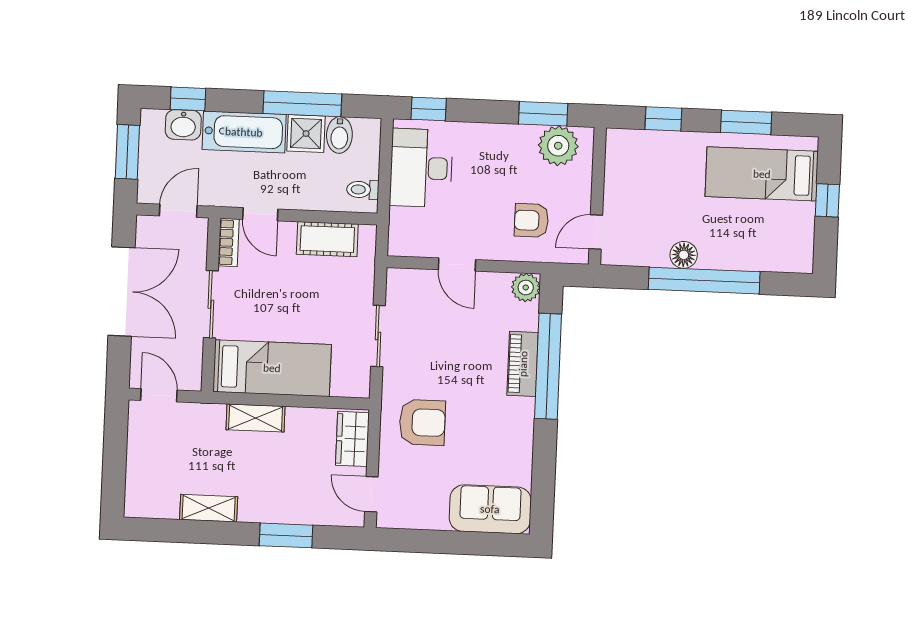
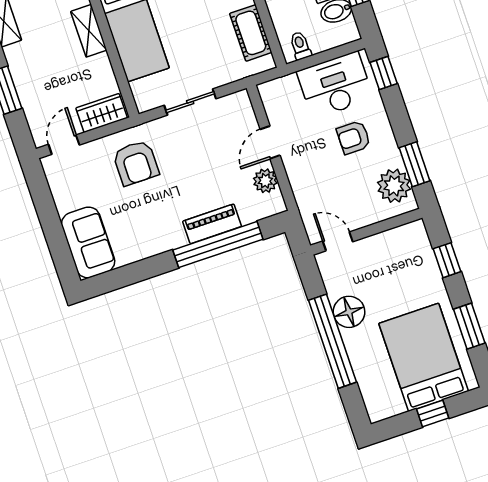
bed: (762, 174) -> (424, 357), width x1.50
armchair: (531, 220) -> (354, 137), moved, turned -90
floor lamp: (684, 255) -> (349, 312), width x1.38, depth x1.38
plant: (526, 287) -> (265, 181), moved

